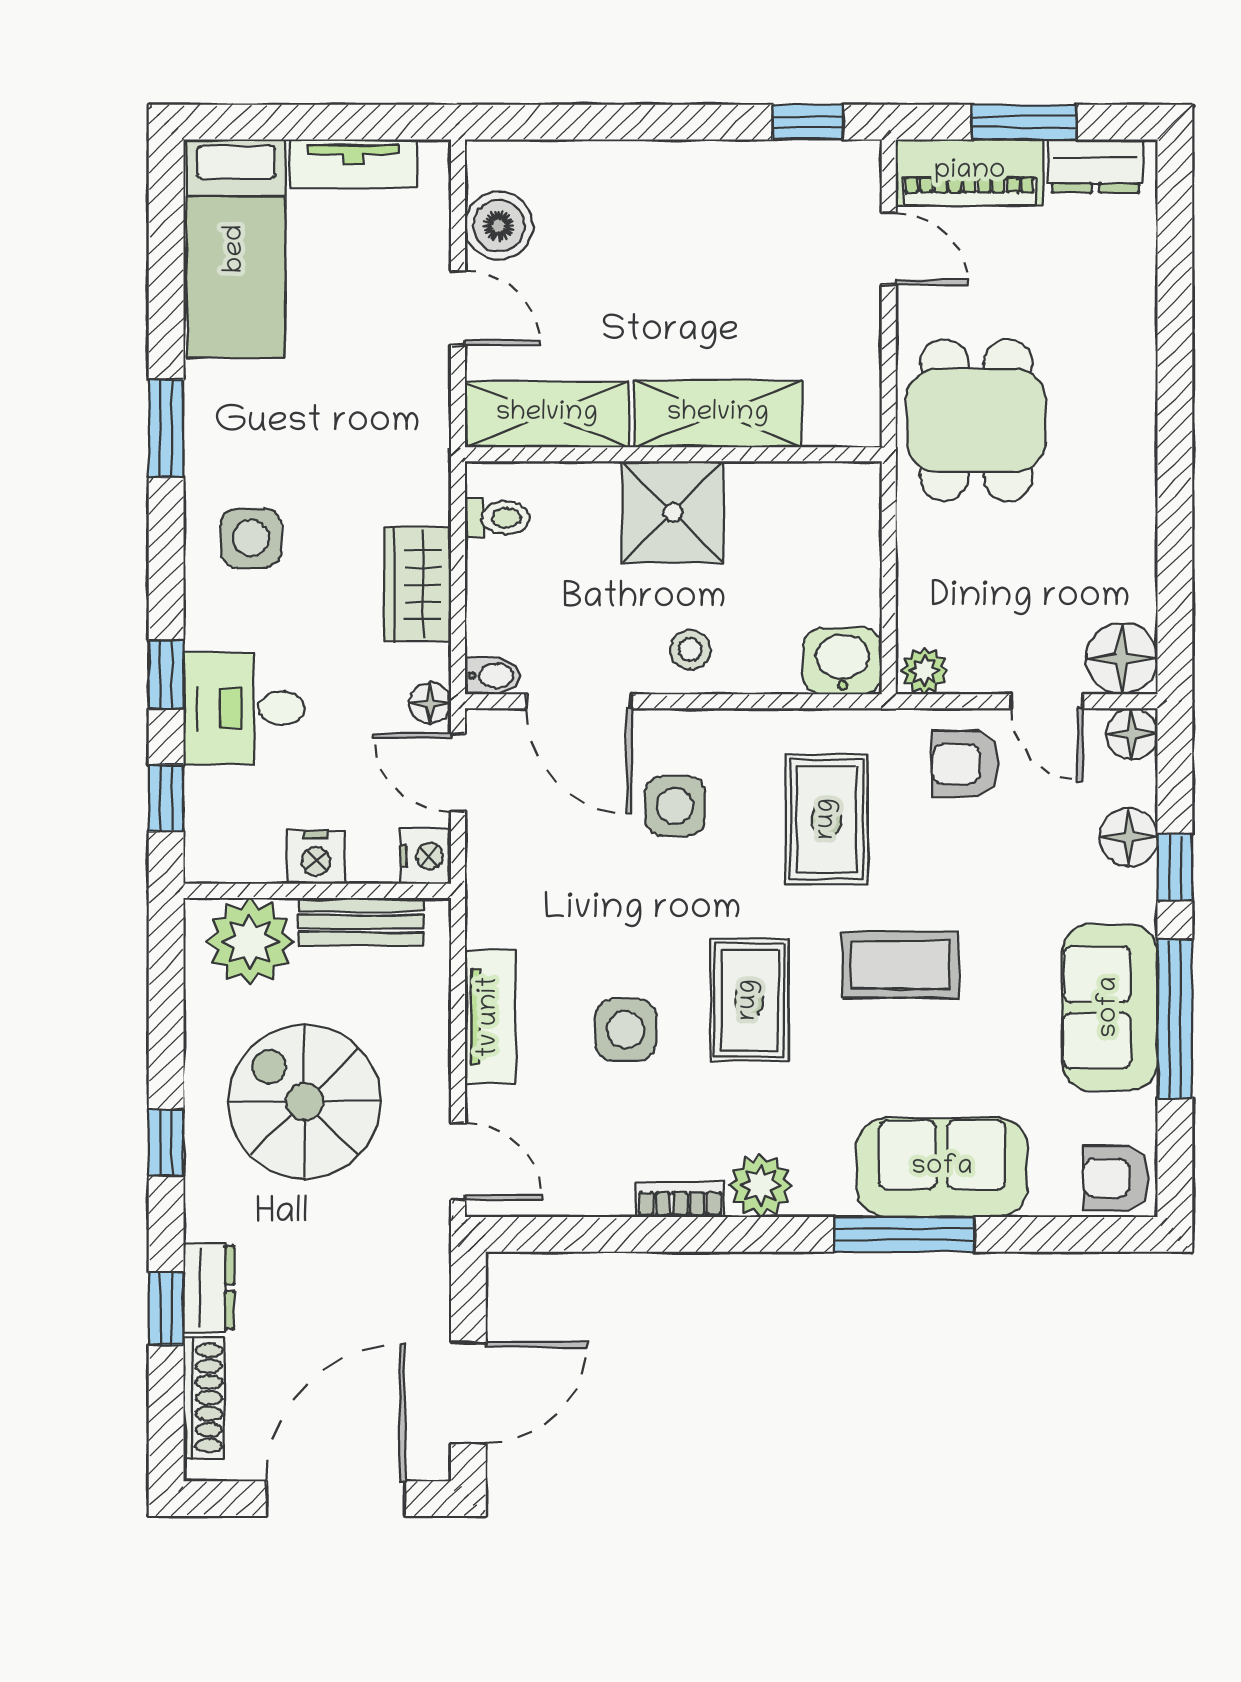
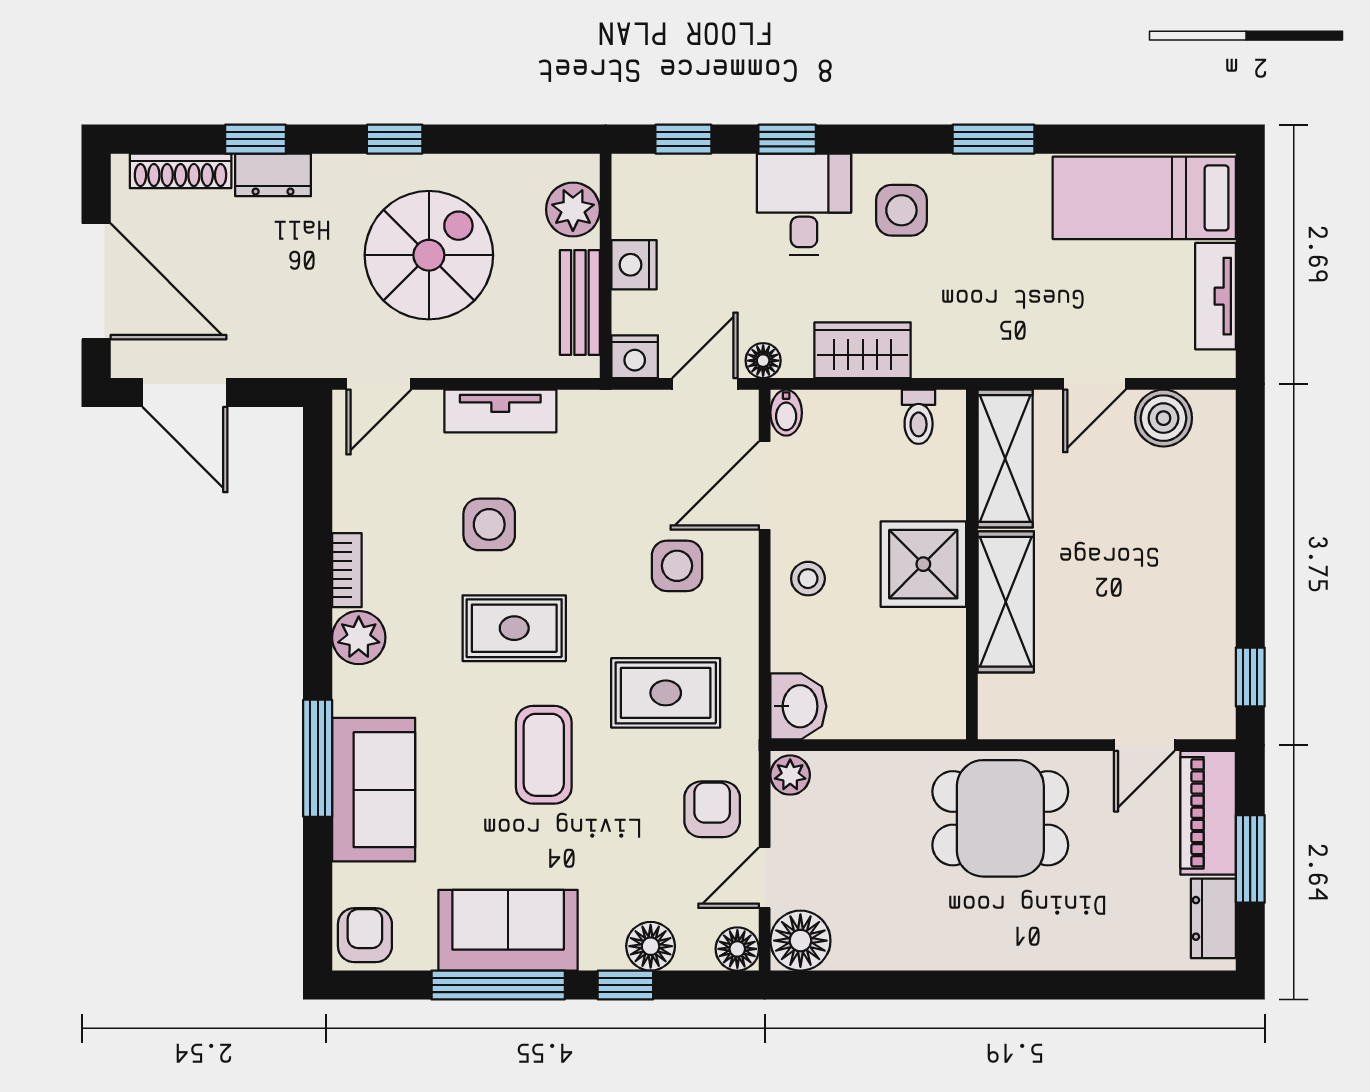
desk: (244, 708) -> (804, 204), moved
plant: (250, 942) -> (573, 210), width x0.73, depth x0.73

